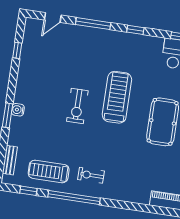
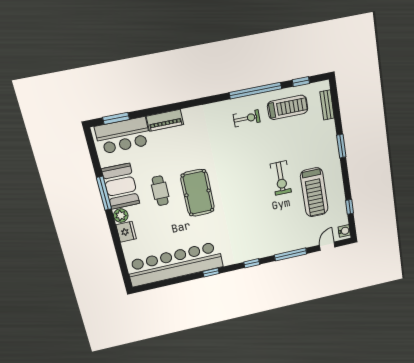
treadmill: (117, 97) -> (314, 192), moved
exercise bike: (77, 106) -> (281, 178), turned 180
water cooler: (18, 110) -> (344, 231), moved

